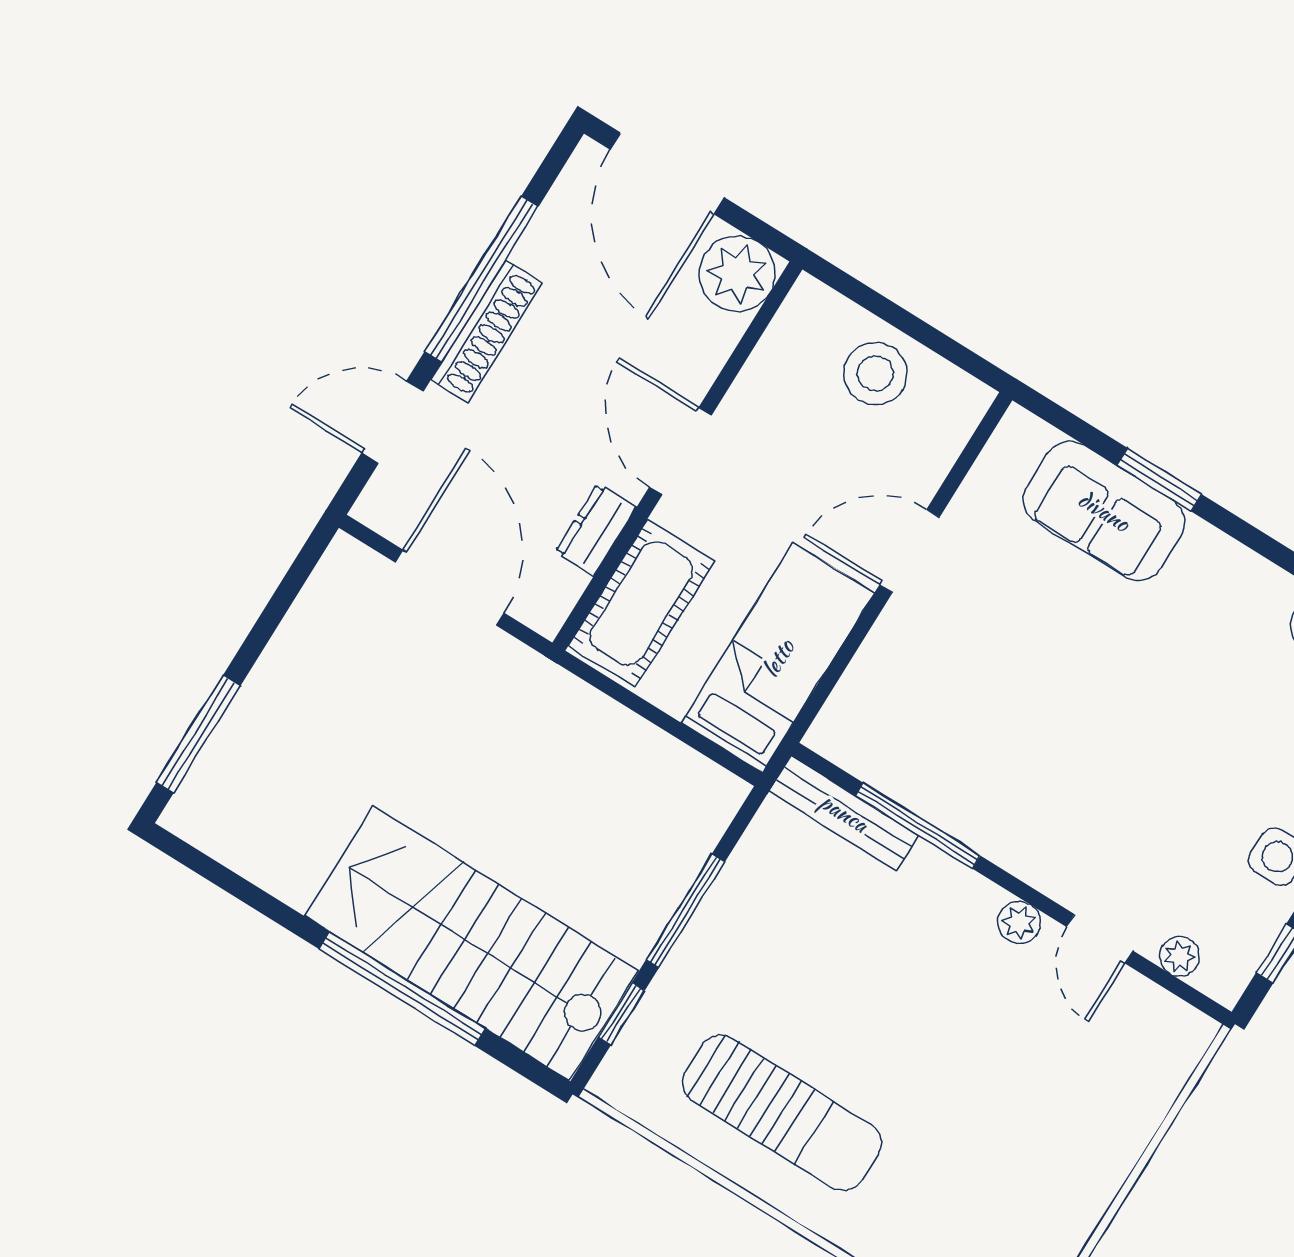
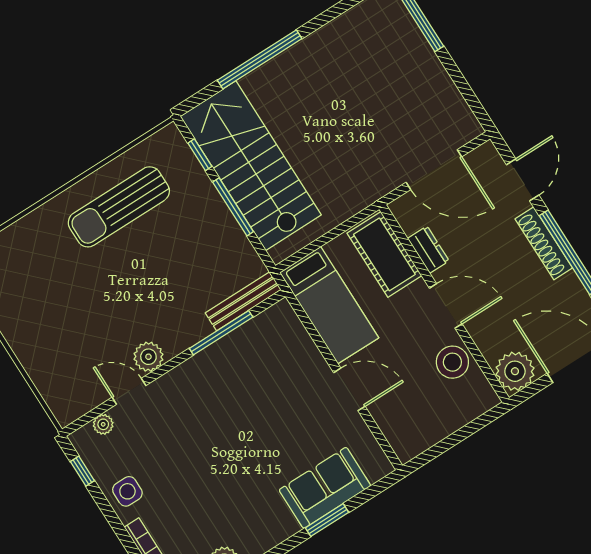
stool: (875, 373) -> (452, 362), moved
door: (909, 551) -> (349, 389), hinge flipped
plant: (1019, 923) -> (148, 357), width x1.38, depth x1.38
stairs: (471, 943) -> (251, 166), moved, turned -90

